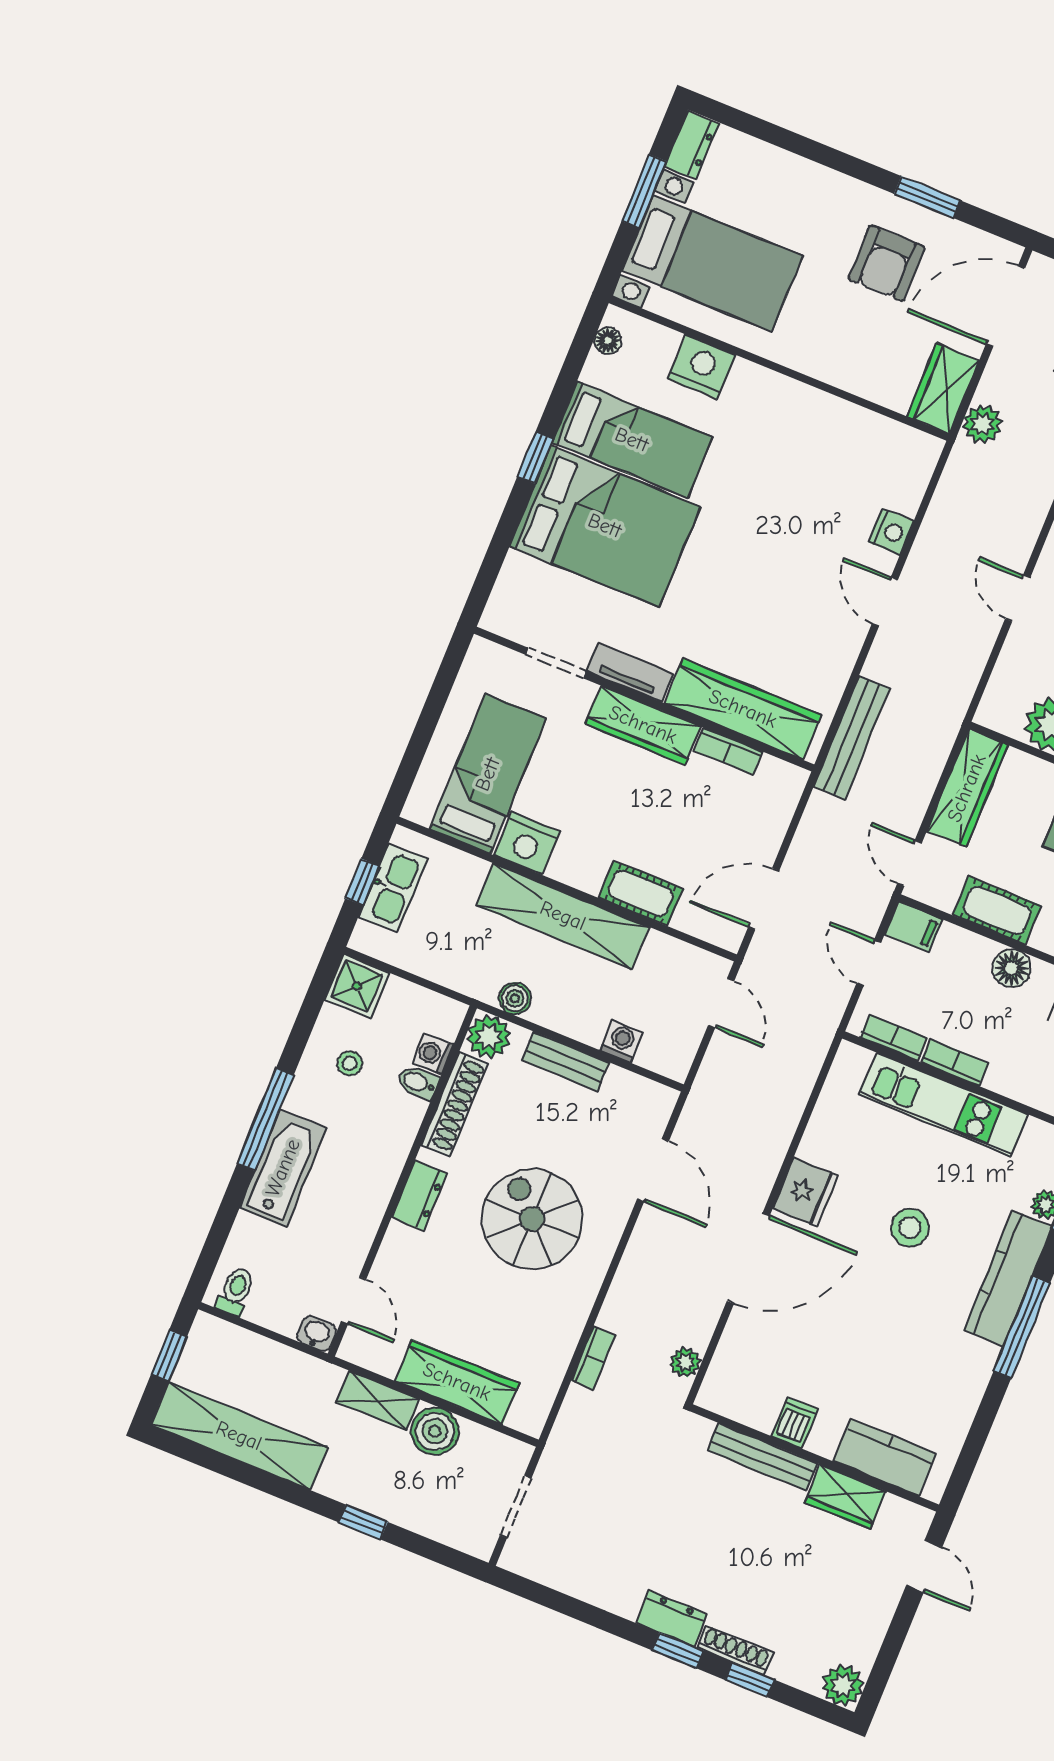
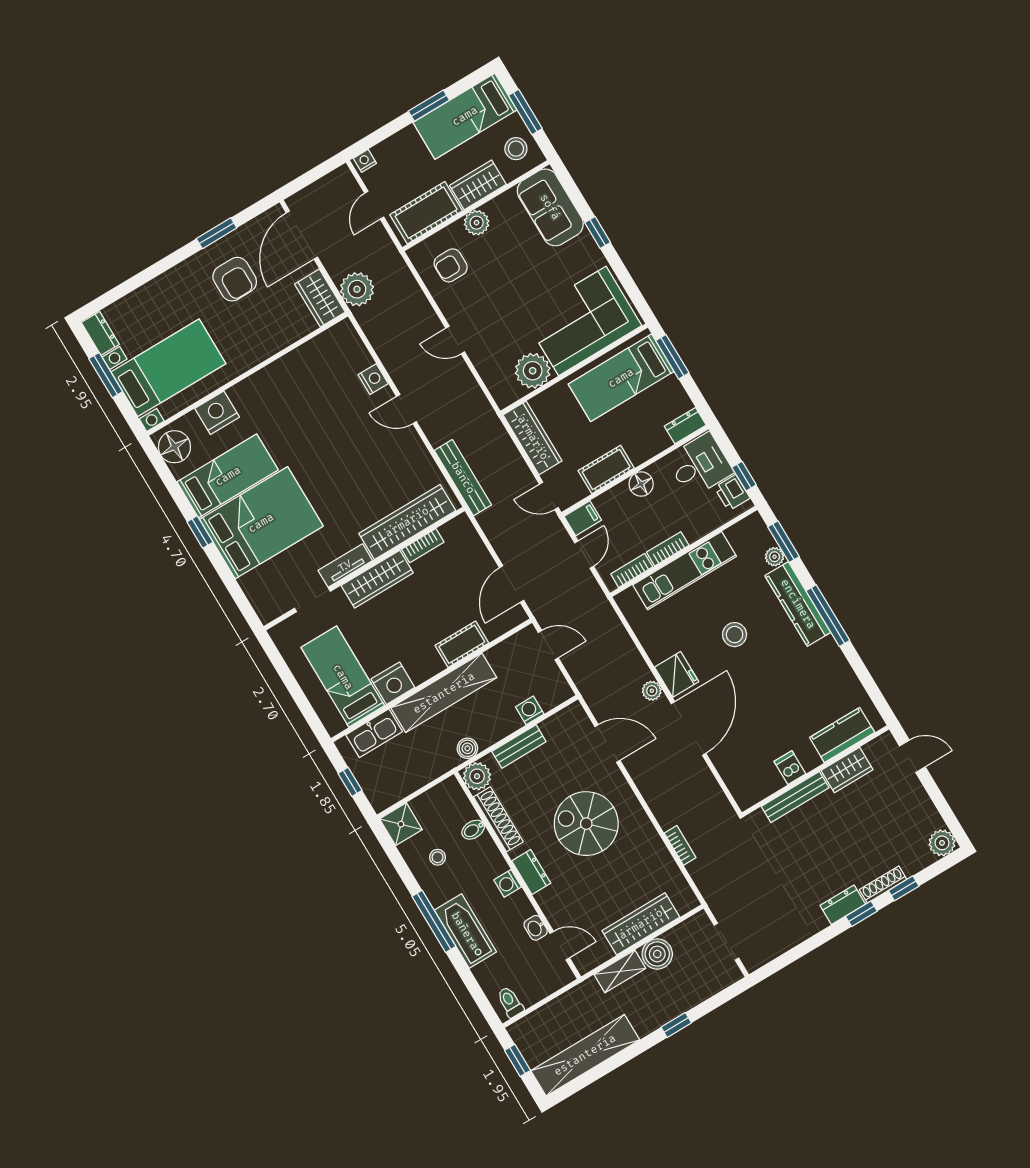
floor lamp: (608, 341) -> (174, 447), width x1.89, depth x1.89
plant: (983, 424) -> (357, 289), width x1.36, depth x1.36
kitchen sink: (393, 888) -> (374, 733), moved, turned 90
door: (869, 963) -> (584, 555), swing flipped
washing machine: (433, 1054) -> (508, 883), moved
washbasin: (317, 1334) -> (536, 928), moved, turned -90
plant: (685, 1362) -> (652, 691), moved

